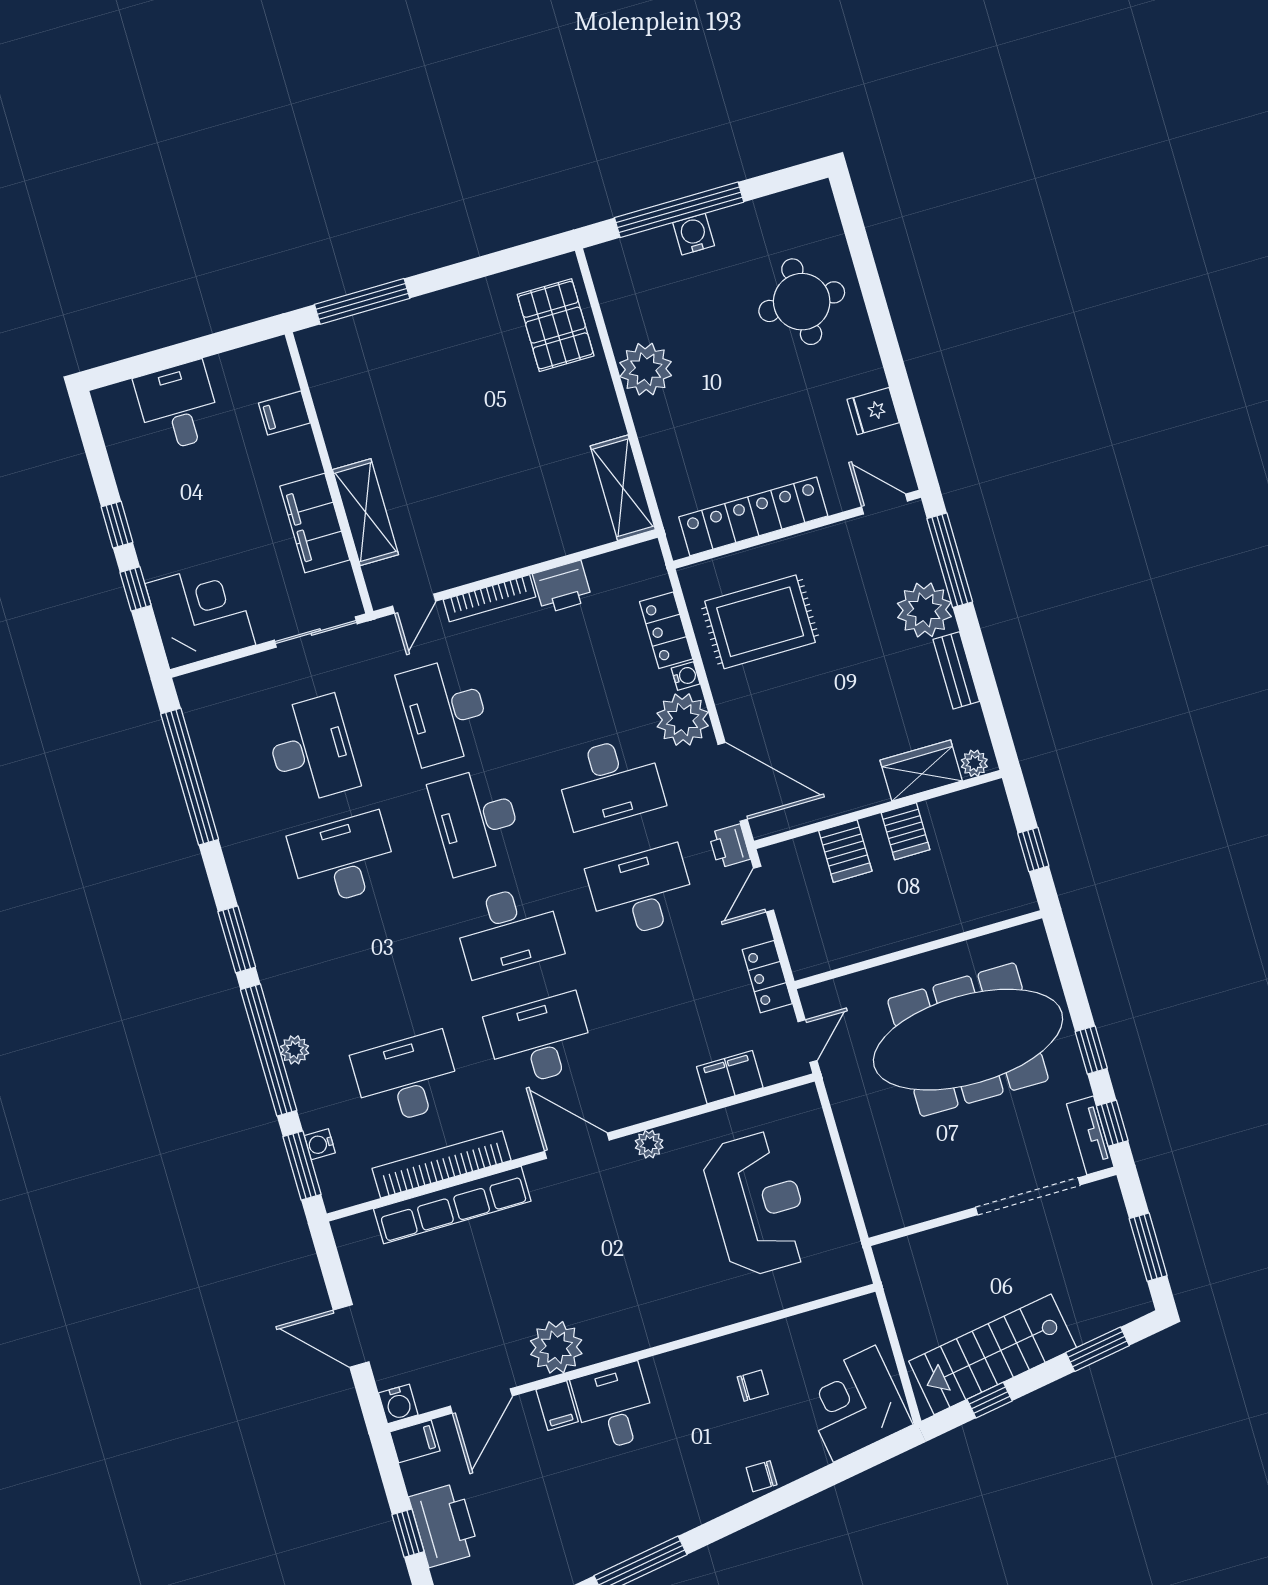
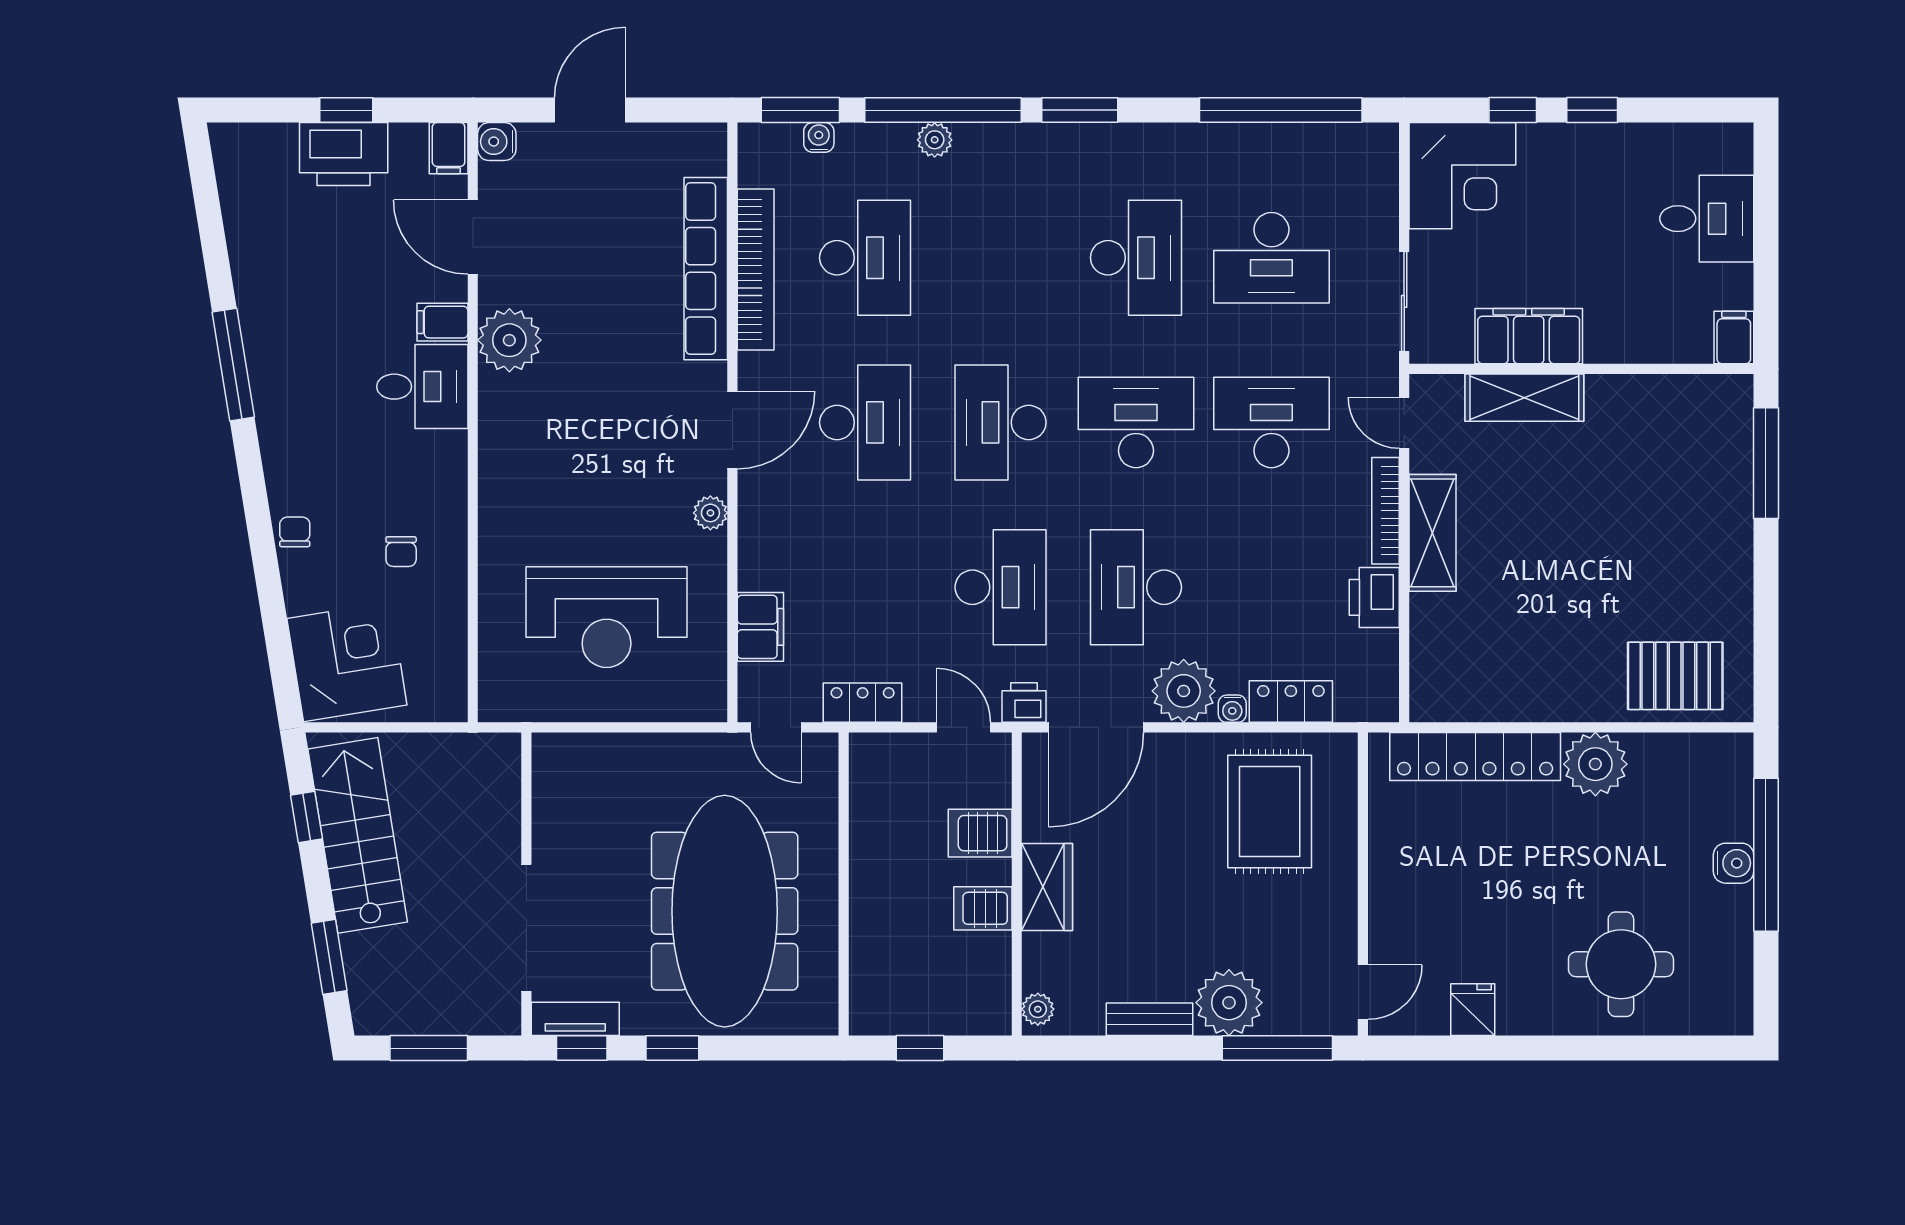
filing cabinet: (284, 413) -> (1734, 338), moved
shelving: (623, 488) -> (1432, 533), moved, turned 90
locker: (753, 516) -> (1475, 757), moved, turned 90
wardrobe: (921, 770) -> (1047, 887), moved

